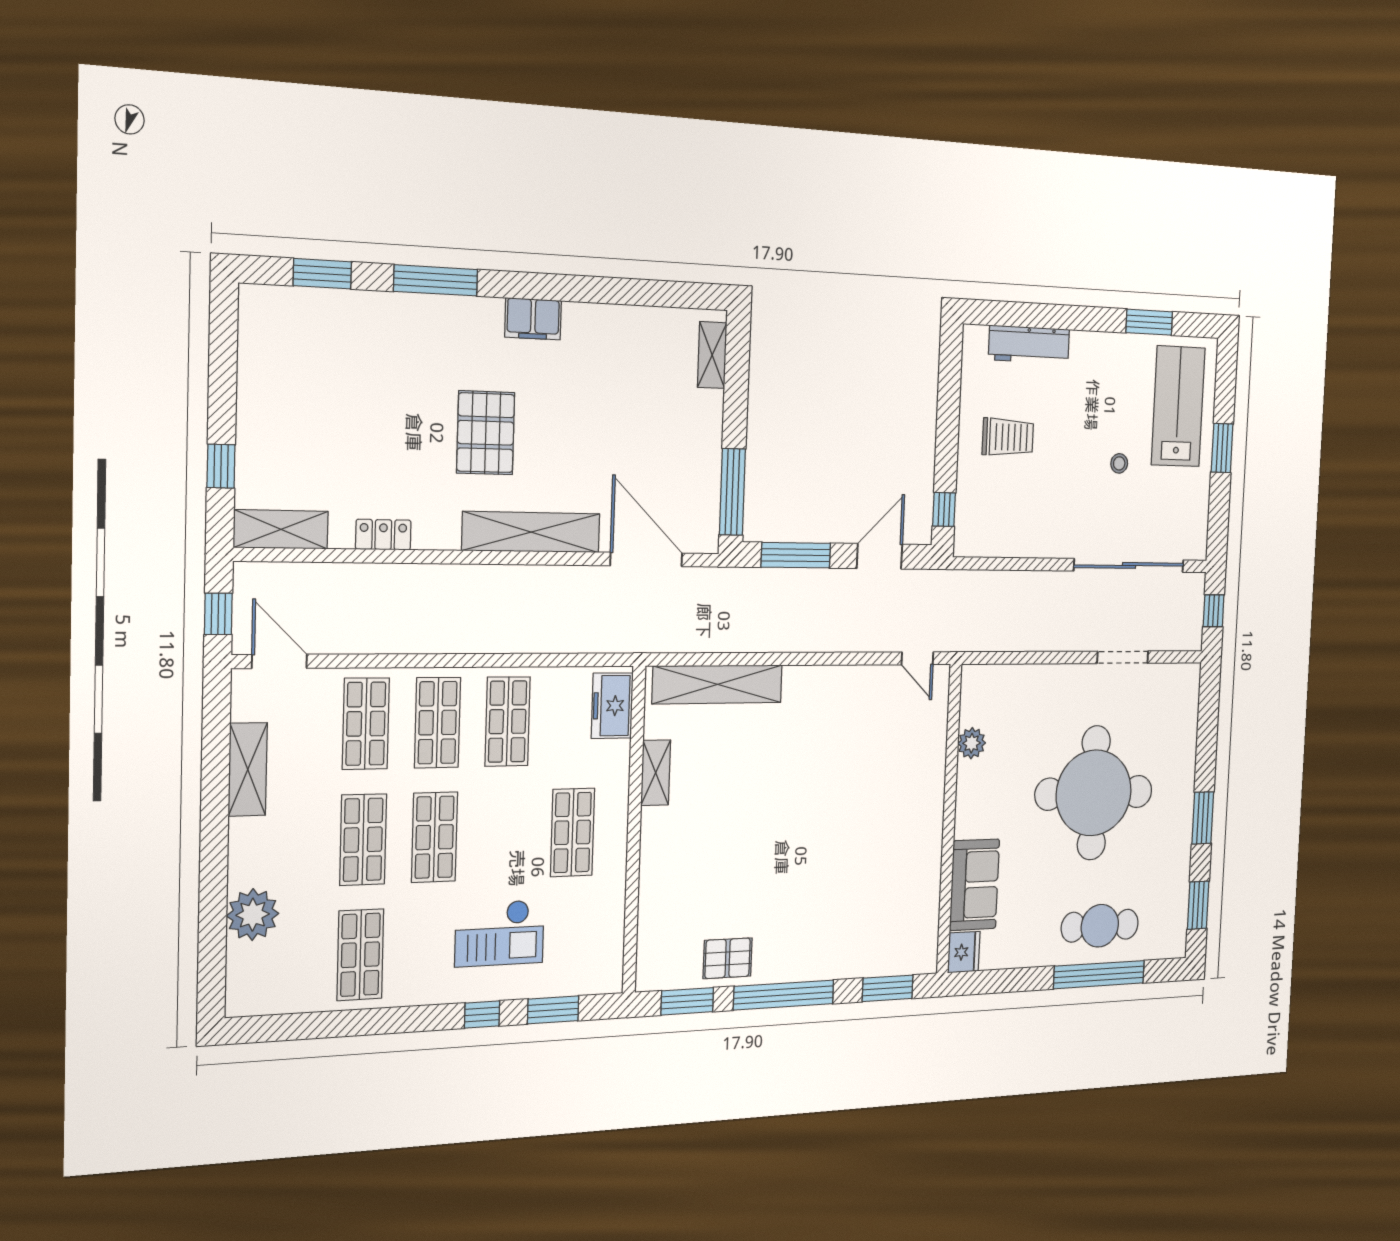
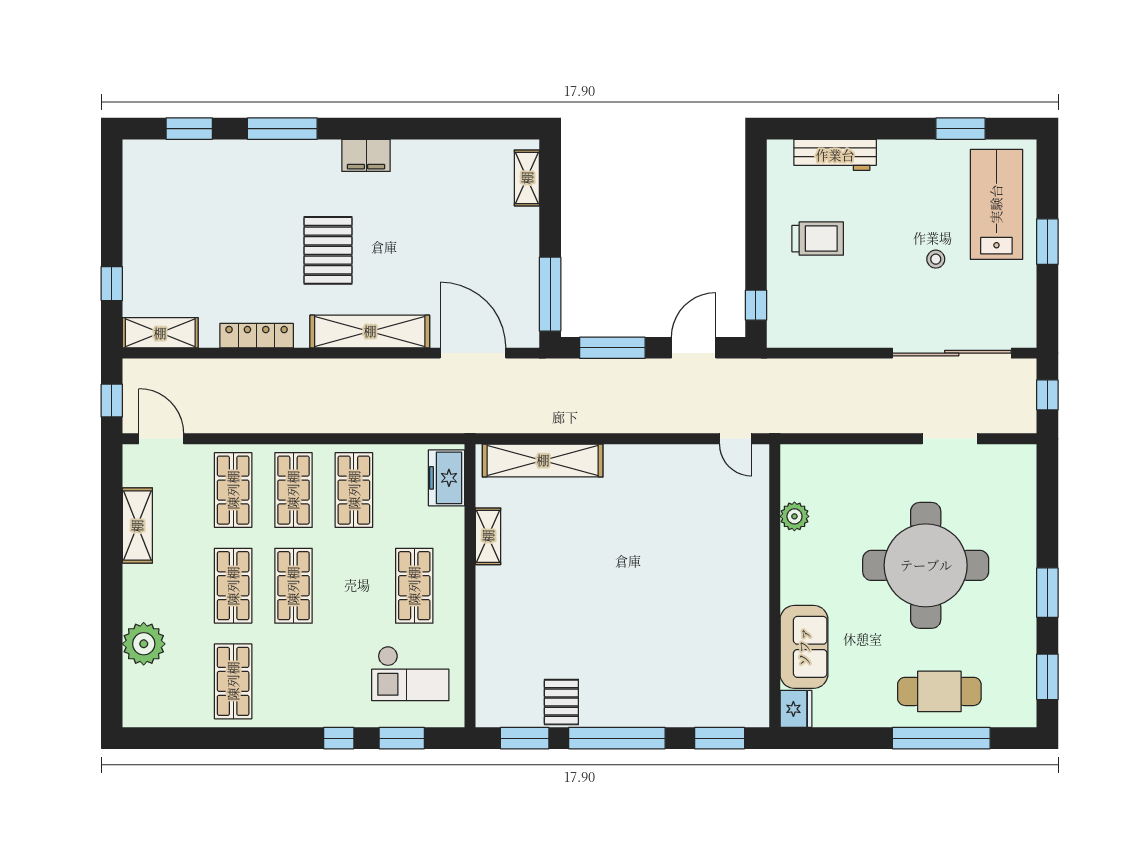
locker: (383, 535) -> (257, 336), width x1.53
checkout: (500, 933) -> (410, 673), moved
pallet: (728, 958) -> (561, 702), turned 90

